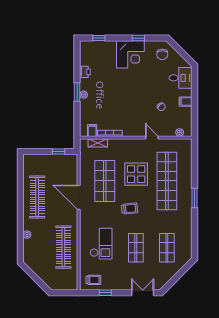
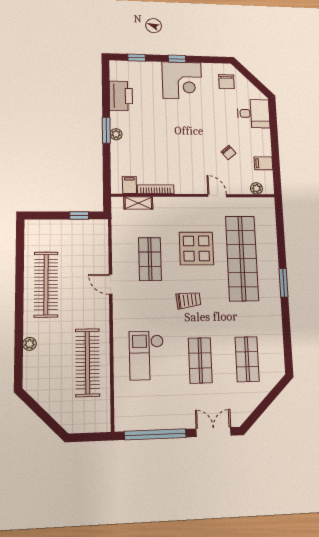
window: (138, 38) -> (177, 59), moved
printer: (85, 72) -> (121, 96), width x1.87, depth x1.48
filing cabinet: (186, 102) -> (263, 163), moved
shop shelf: (105, 181) -> (150, 259), width x0.70, depth x0.74
door: (79, 197) -> (111, 284), width x0.53
checkout: (101, 244) -> (147, 355), turned 180
trolley: (93, 280) -> (136, 414), removed
window: (105, 293) -> (155, 434), width x3.17

